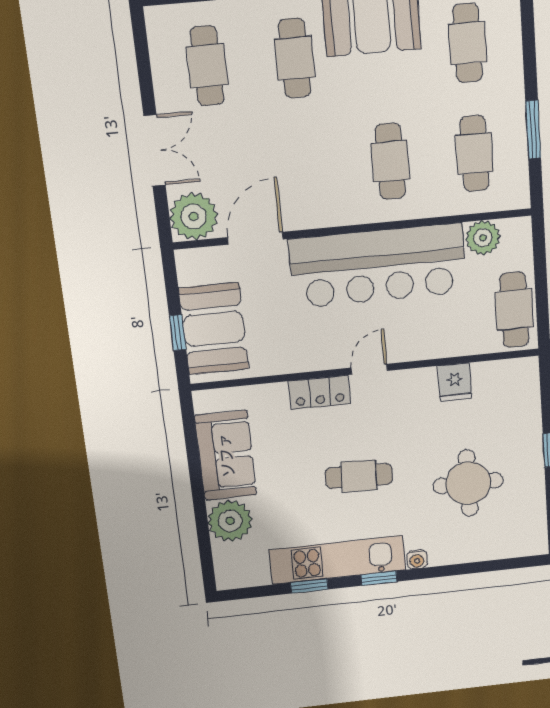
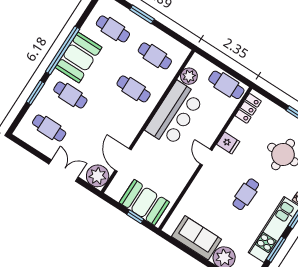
window: (533, 130) -> (142, 14), moved
bar counter: (378, 266) -> (175, 114), width x0.73
fridge: (455, 382) -> (228, 143), moved
locker: (320, 392) -> (248, 108), moved
window: (309, 586) -> (276, 249), width x1.50

